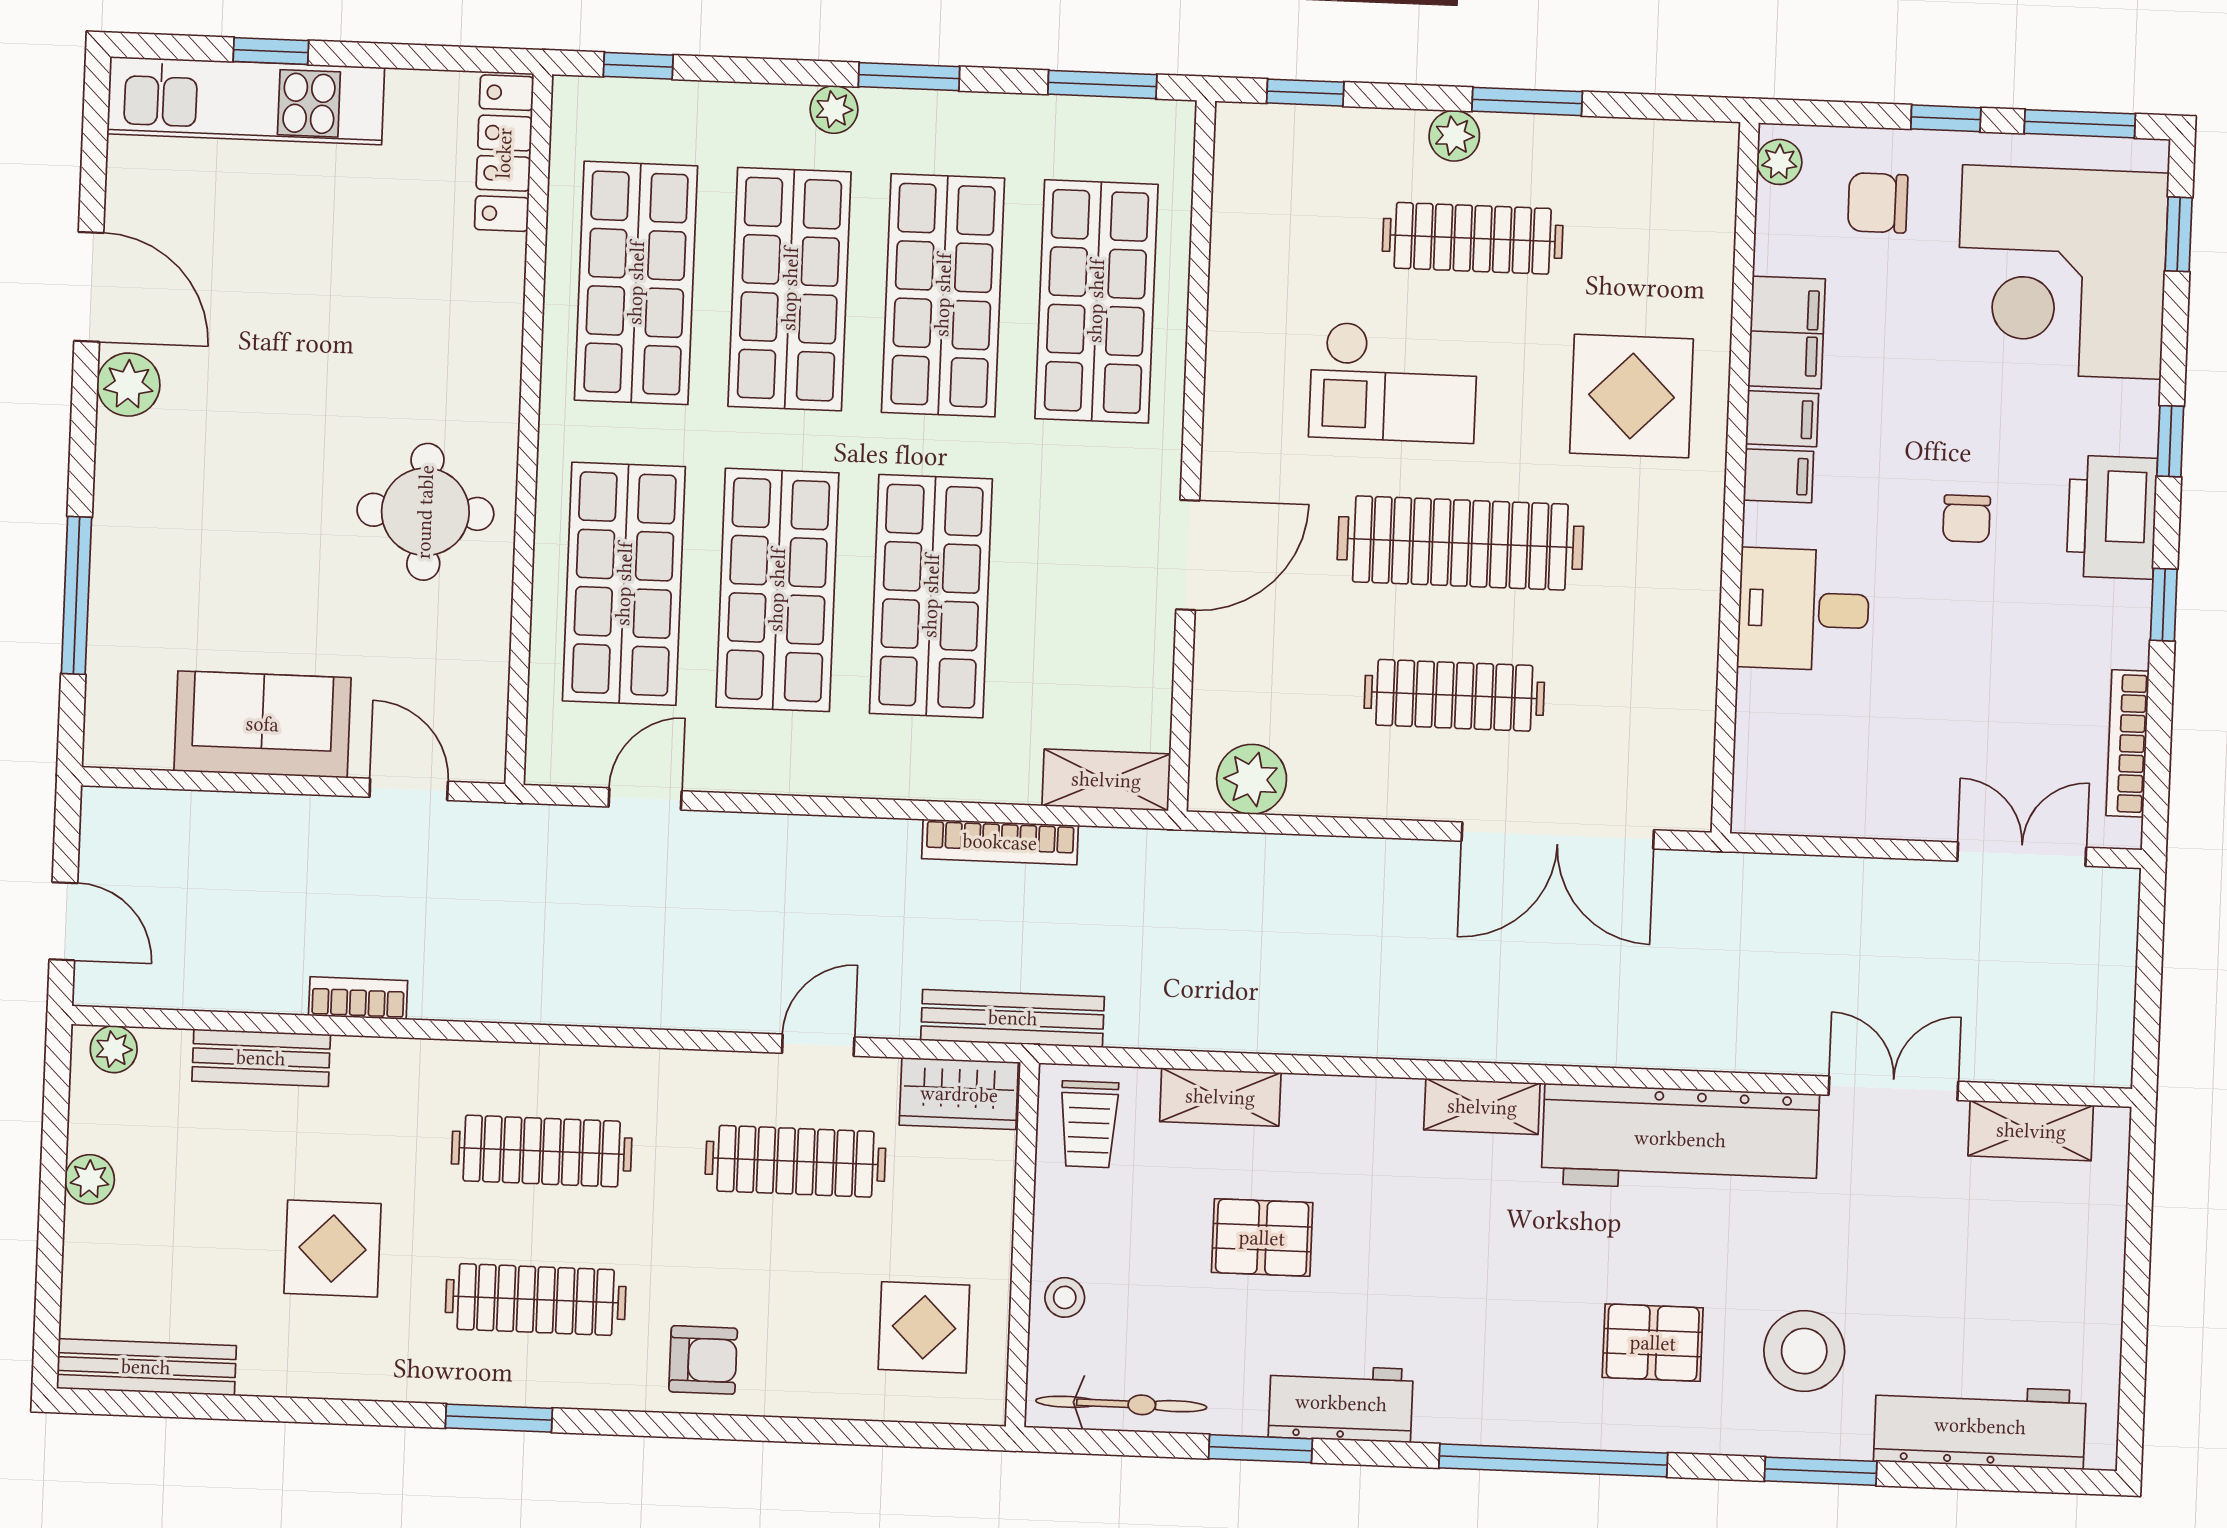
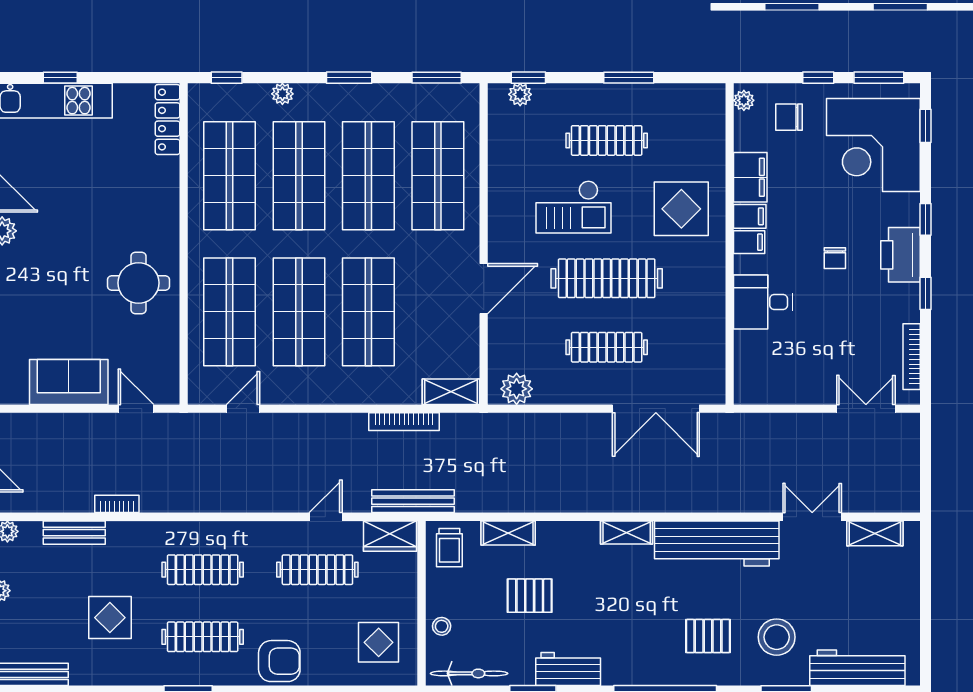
plant: (834, 109) -> (282, 94), moved
plant: (1454, 136) -> (520, 94), moved
armchair: (703, 1360) -> (279, 661), width x1.38, depth x1.38

